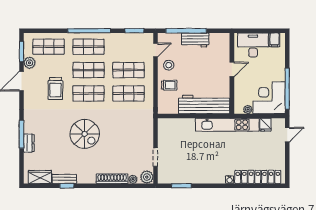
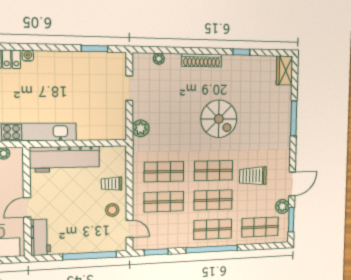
workbench: (195, 40) -> (40, 237), moved, turned 90
door: (155, 50) -> (129, 229), swing flipped
trolley: (55, 88) -> (253, 176), turned -90
spiral stairs: (85, 134) -> (219, 119), turned 180
dresser: (29, 143) -> (285, 107), removed
wardrobe: (40, 177) -> (284, 70), moved, turned 90
plant: (147, 177) -> (141, 128), moved
bench: (64, 179) -> (244, 61), removed
shoe rack: (112, 179) -> (202, 60), moved

